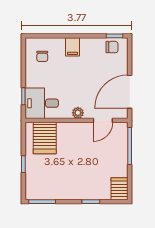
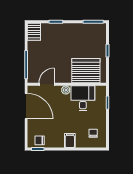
door: (130, 92) -> (26, 106), hinge flipped
desk: (42, 103) -> (83, 98), moved, turned -90
server rack: (45, 138) -> (86, 71), width x1.60

